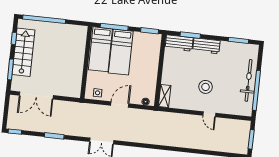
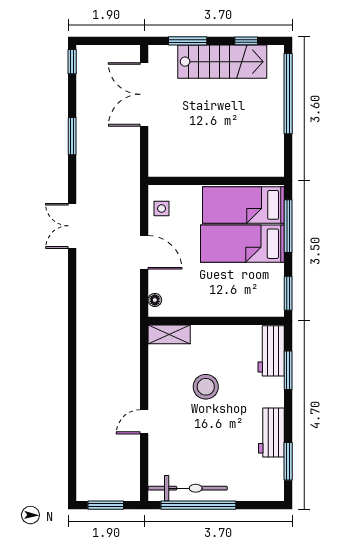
workbench: (206, 46) -> (271, 433), moved
bicycle: (249, 80) -> (188, 488), moved
stool: (206, 87) -> (206, 387), moved

